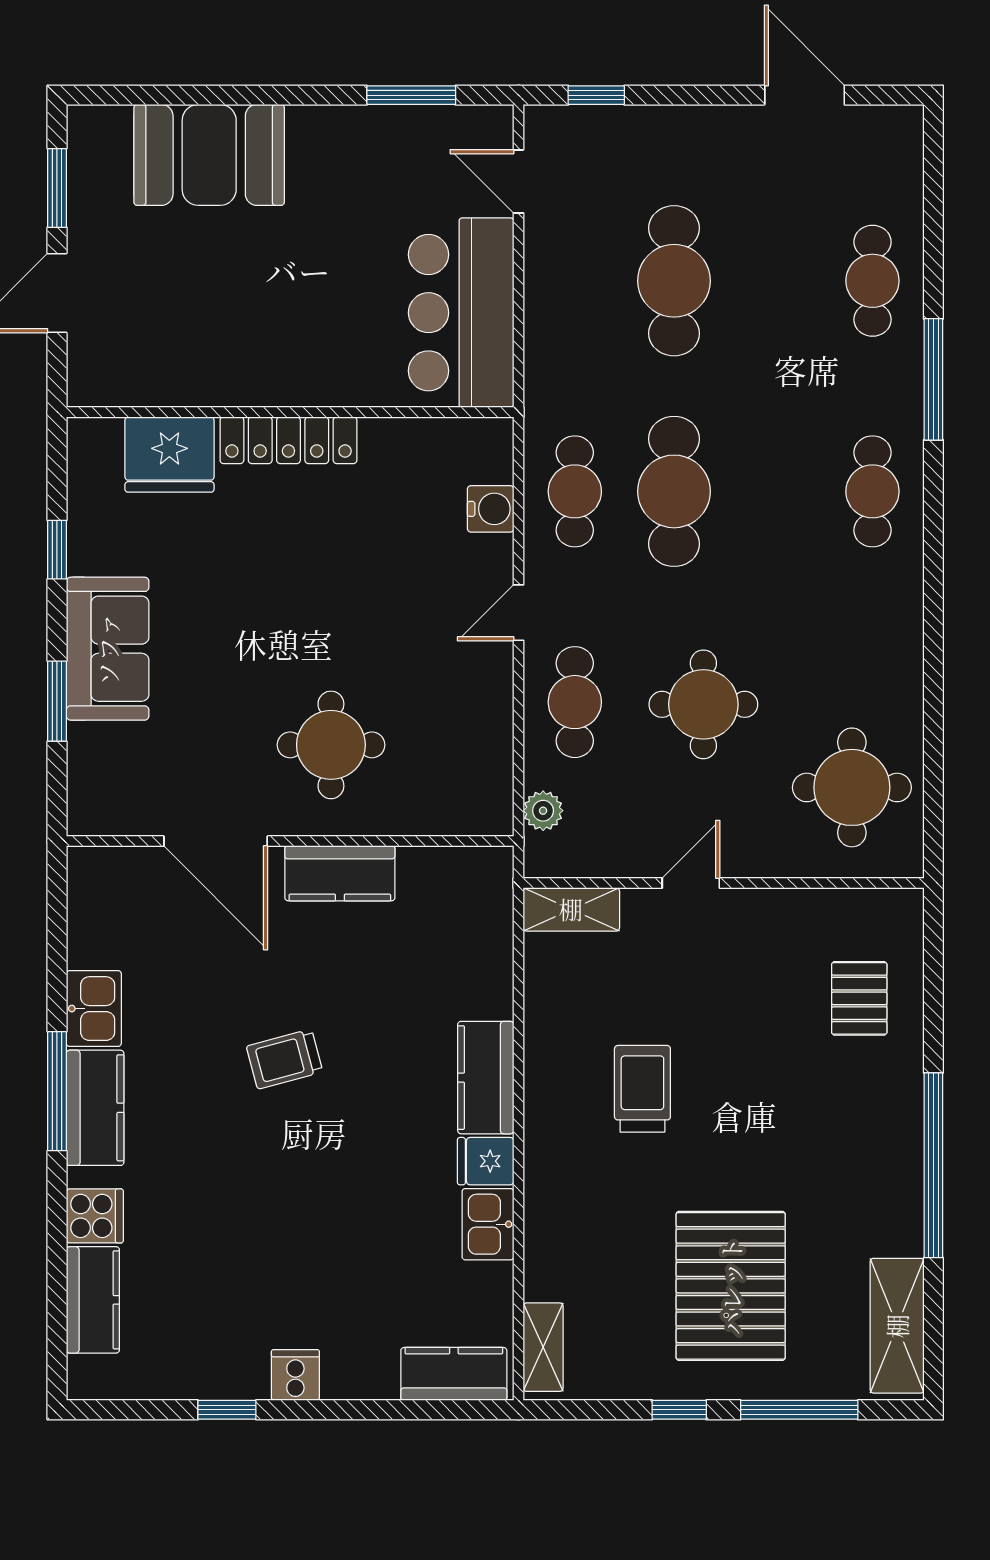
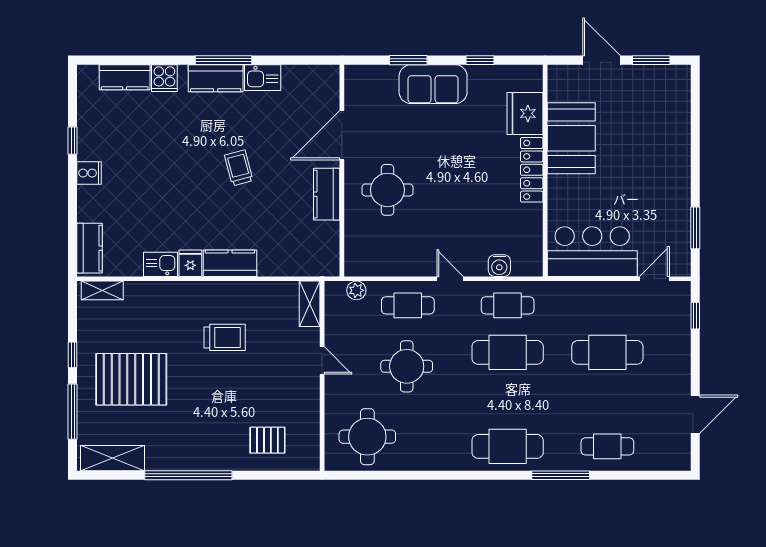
booth: (209, 155) -> (571, 138), moved
cafe table: (872, 491) -> (508, 446), width x1.37, depth x1.35

